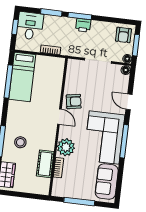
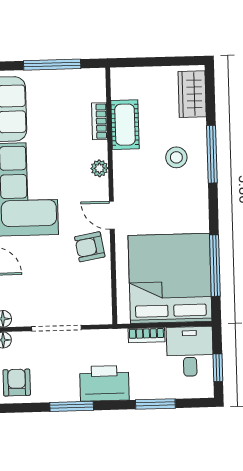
window: (80, 16) -> (72, 406), moved
printer: (83, 25) -> (104, 383), width x1.87, depth x1.48
desk: (30, 26) -> (190, 351), moved, turned 180
bed: (22, 77) -> (170, 278), width x2.04
plant: (66, 147) -> (99, 168), width x0.53, depth x0.53

